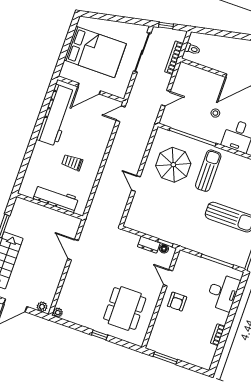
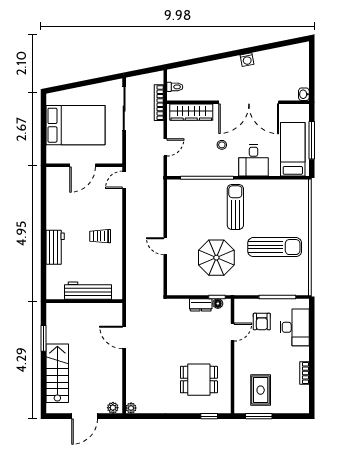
window: (166, 26) -> (139, 72), removed
wardrobe: (199, 76) -> (191, 112), added
workbench: (56, 115) -> (55, 247), moved, width x0.53, depth x0.76
trolley: (72, 162) -> (100, 236), moved
parasol: (173, 165) -> (216, 258), moved
door: (168, 278) -> (232, 332), swing flipped
armchair: (177, 302) -> (262, 322), moved
dining table: (125, 309) -> (199, 380), width x0.73
window: (100, 335) -> (209, 416), moved
rug: (175, 336) -> (261, 390), added

